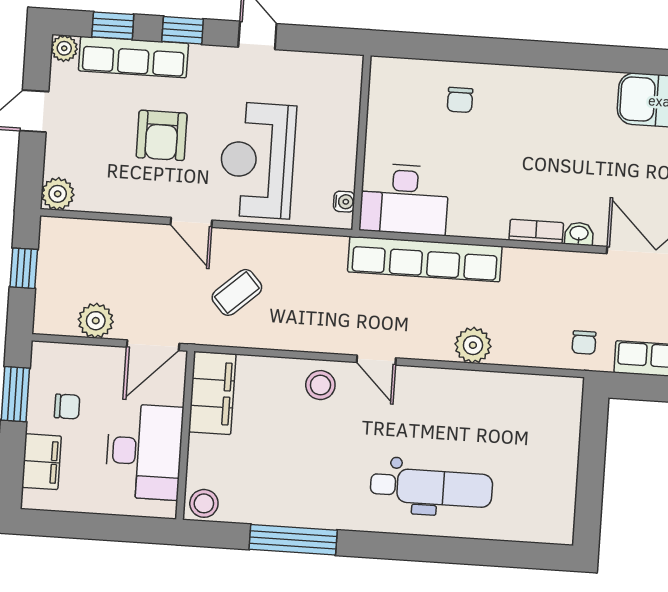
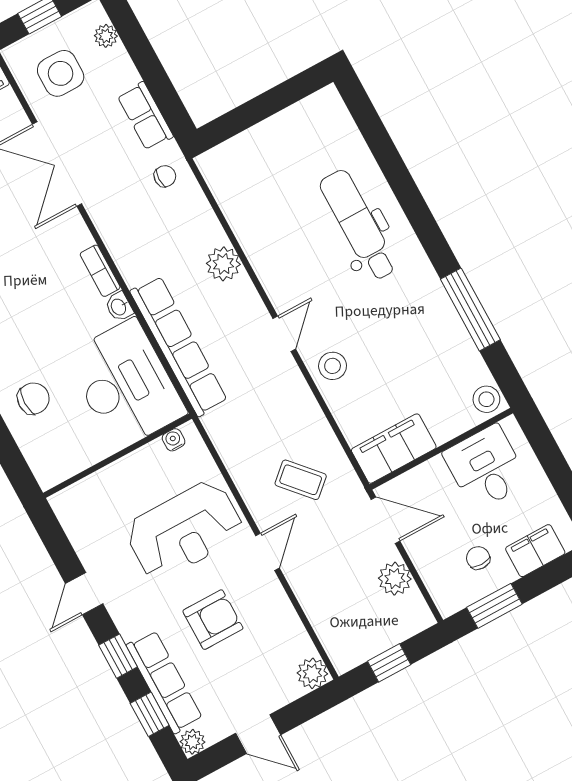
chair: (460, 100) -> (33, 398), width x1.37, depth x1.37
desk: (404, 199) -> (126, 384), width x1.36, depth x1.30
washbasin: (579, 234) -> (119, 307), moved
desk: (144, 452) -> (486, 468), width x0.73

